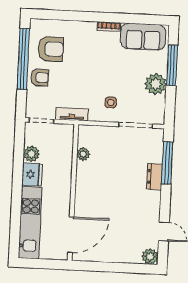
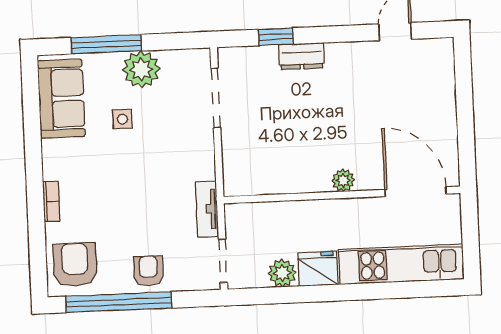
bookcase: (109, 27) -> (51, 201), moved
armchair: (51, 49) -> (75, 265), moved
side table: (111, 102) -> (122, 119), moved
plant: (83, 154) -> (343, 180), moved
window: (167, 163) -> (276, 37), width x0.46
plant: (150, 256) -> (440, 51), removed

